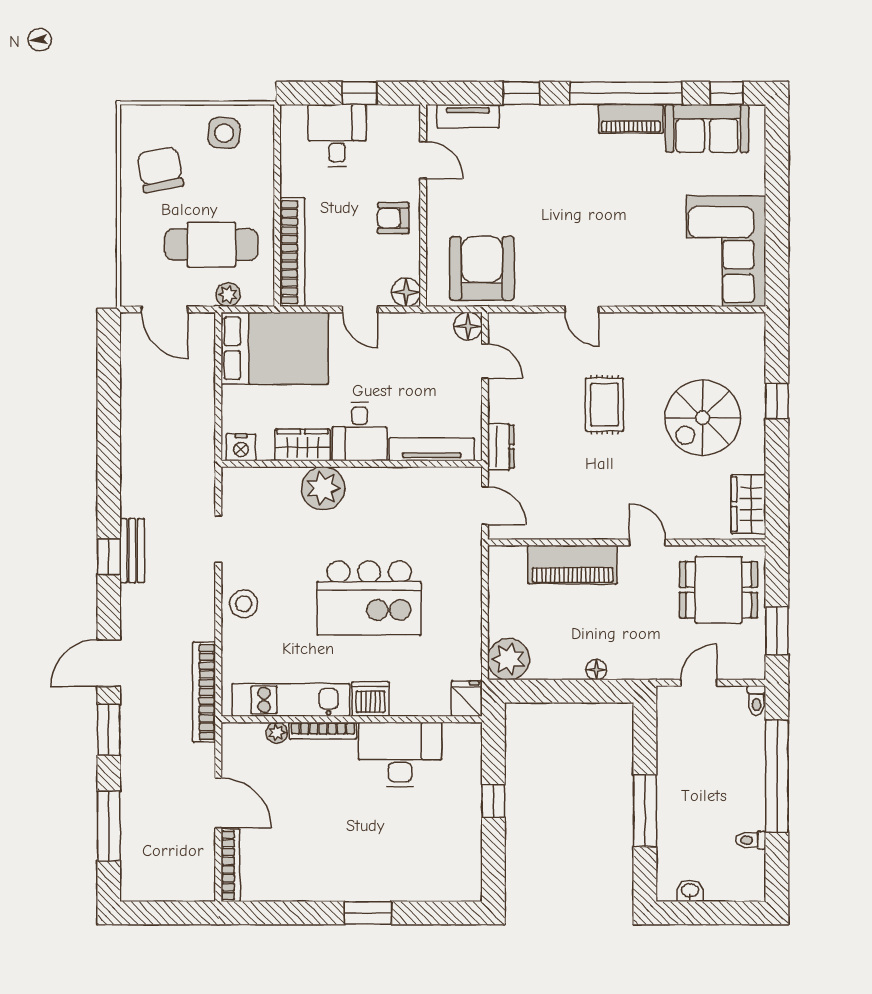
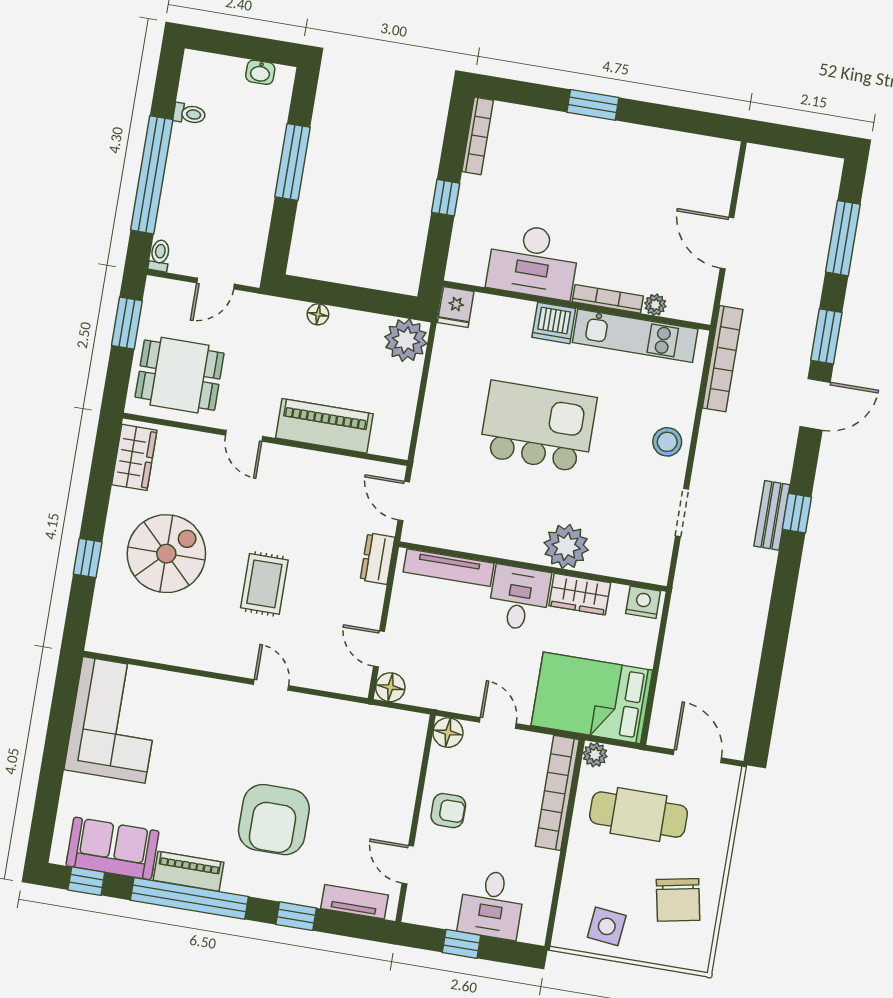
armchair: (482, 268) -> (274, 820), moved
plant: (228, 295) -> (595, 755), moved
bookcase: (230, 865) -> (478, 136), moved, turned 180

